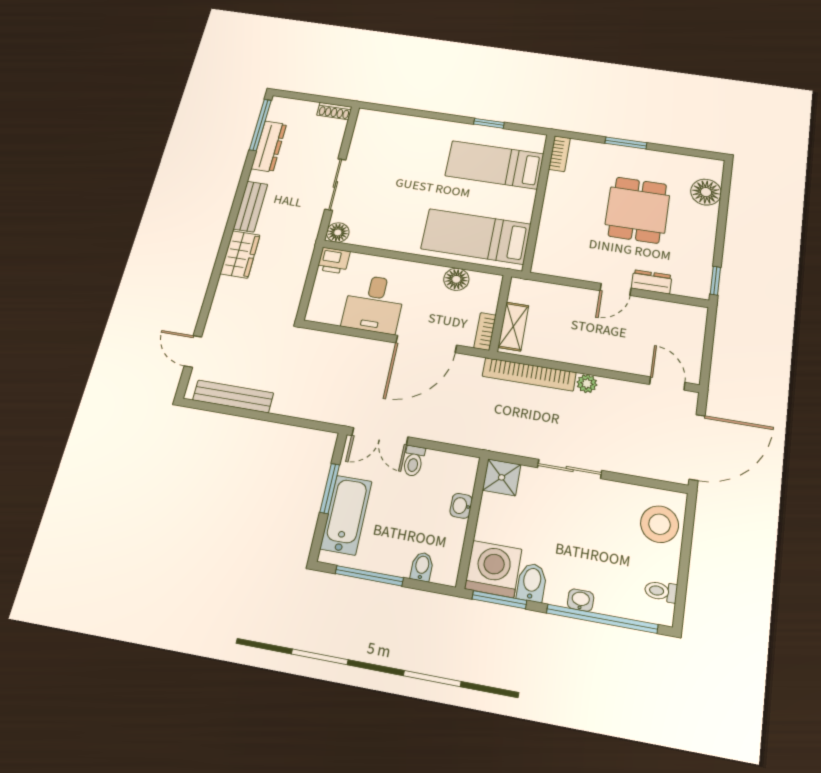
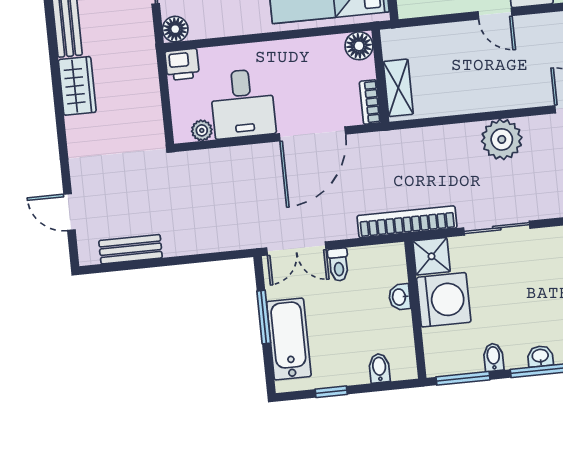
floor lamp: (456, 279) -> (359, 46), moved
door: (615, 289) -> (495, 14), hinge flipped
plant: (331, 316) -> (202, 130), added
bookcase: (529, 374) -> (407, 222), moved, turned 180
plant: (587, 384) -> (502, 139), width x1.87, depth x1.87
bench: (233, 396) -> (131, 249), width x0.73
washing machine: (493, 569) -> (444, 300), moved, turned 90
window: (369, 576) -> (331, 392), width x0.46
bidet: (532, 582) -> (493, 357), width x0.72, depth x0.74

